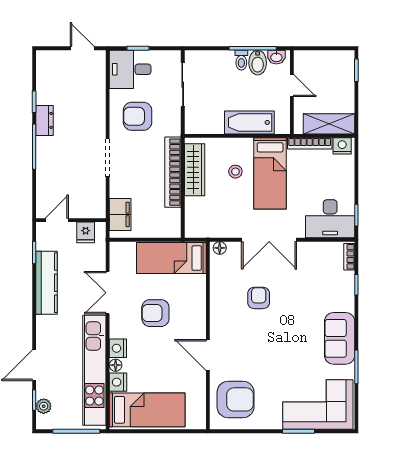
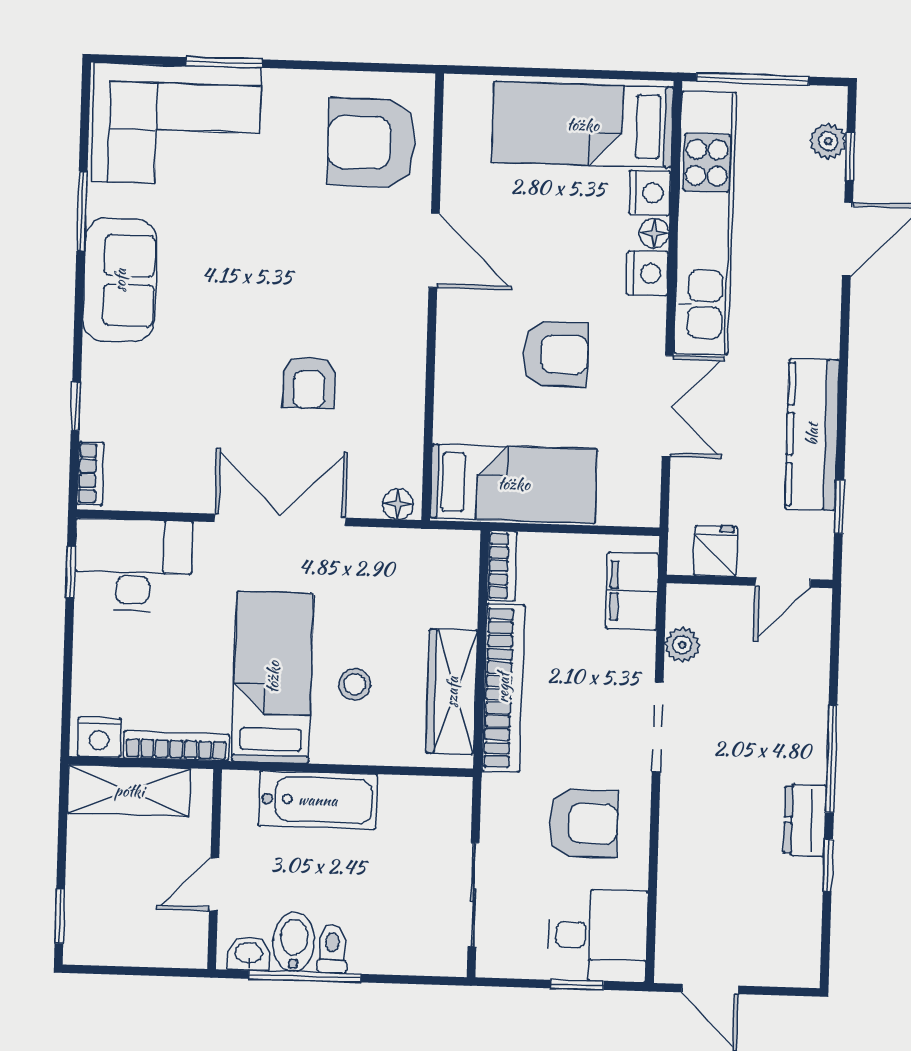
door: (292, 86) -> (214, 884), hinge flipped
plant: (98, 193) -> (682, 645), added
bookcase: (175, 223) -> (502, 566), added

